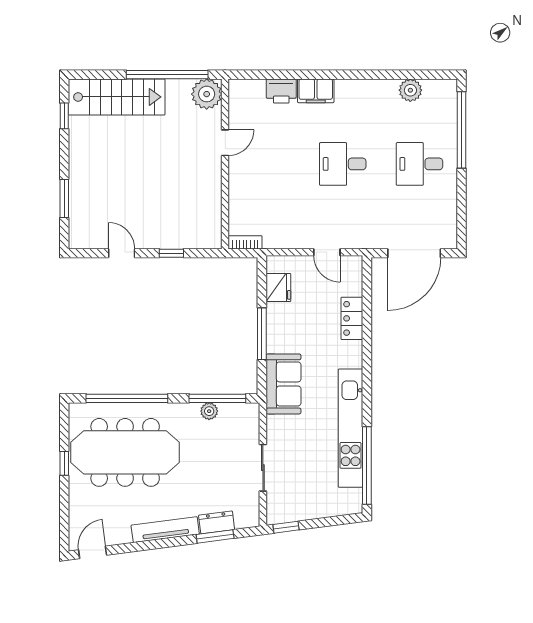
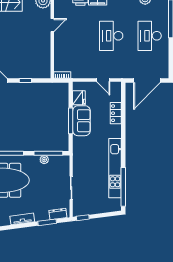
desk: (343, 164) -> (111, 36), width x1.37
desk: (419, 164) -> (150, 36), width x1.37
sofa: (283, 384) -> (81, 121), moved
dresser: (217, 522) -> (58, 214), moved
tv unit: (165, 530) -> (22, 219), width x0.71

